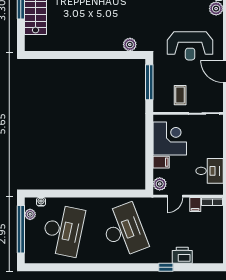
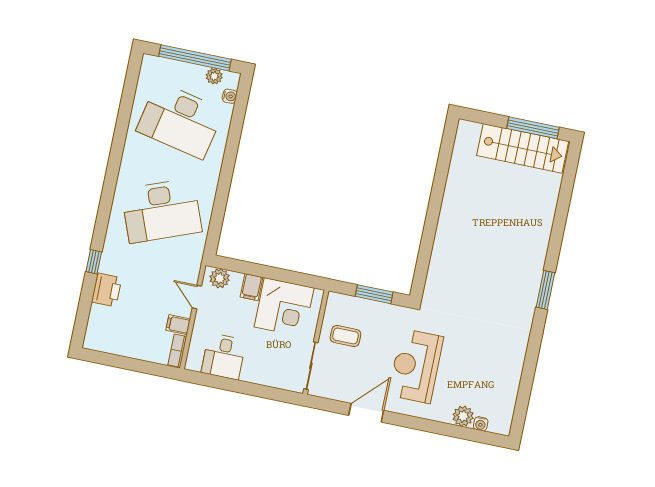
plant: (130, 45) -> (436, 277), removed
window: (149, 82) -> (374, 294), width x0.69

